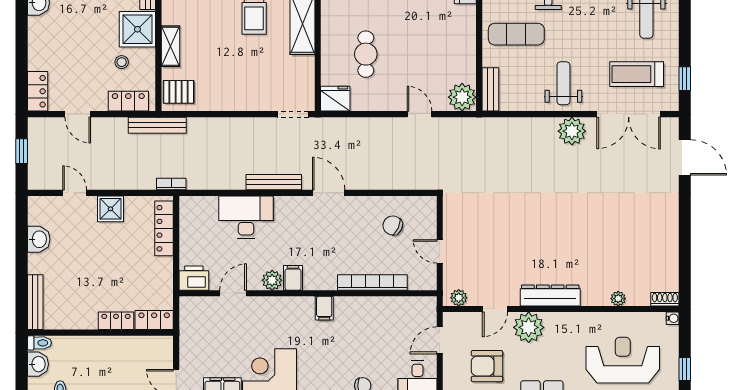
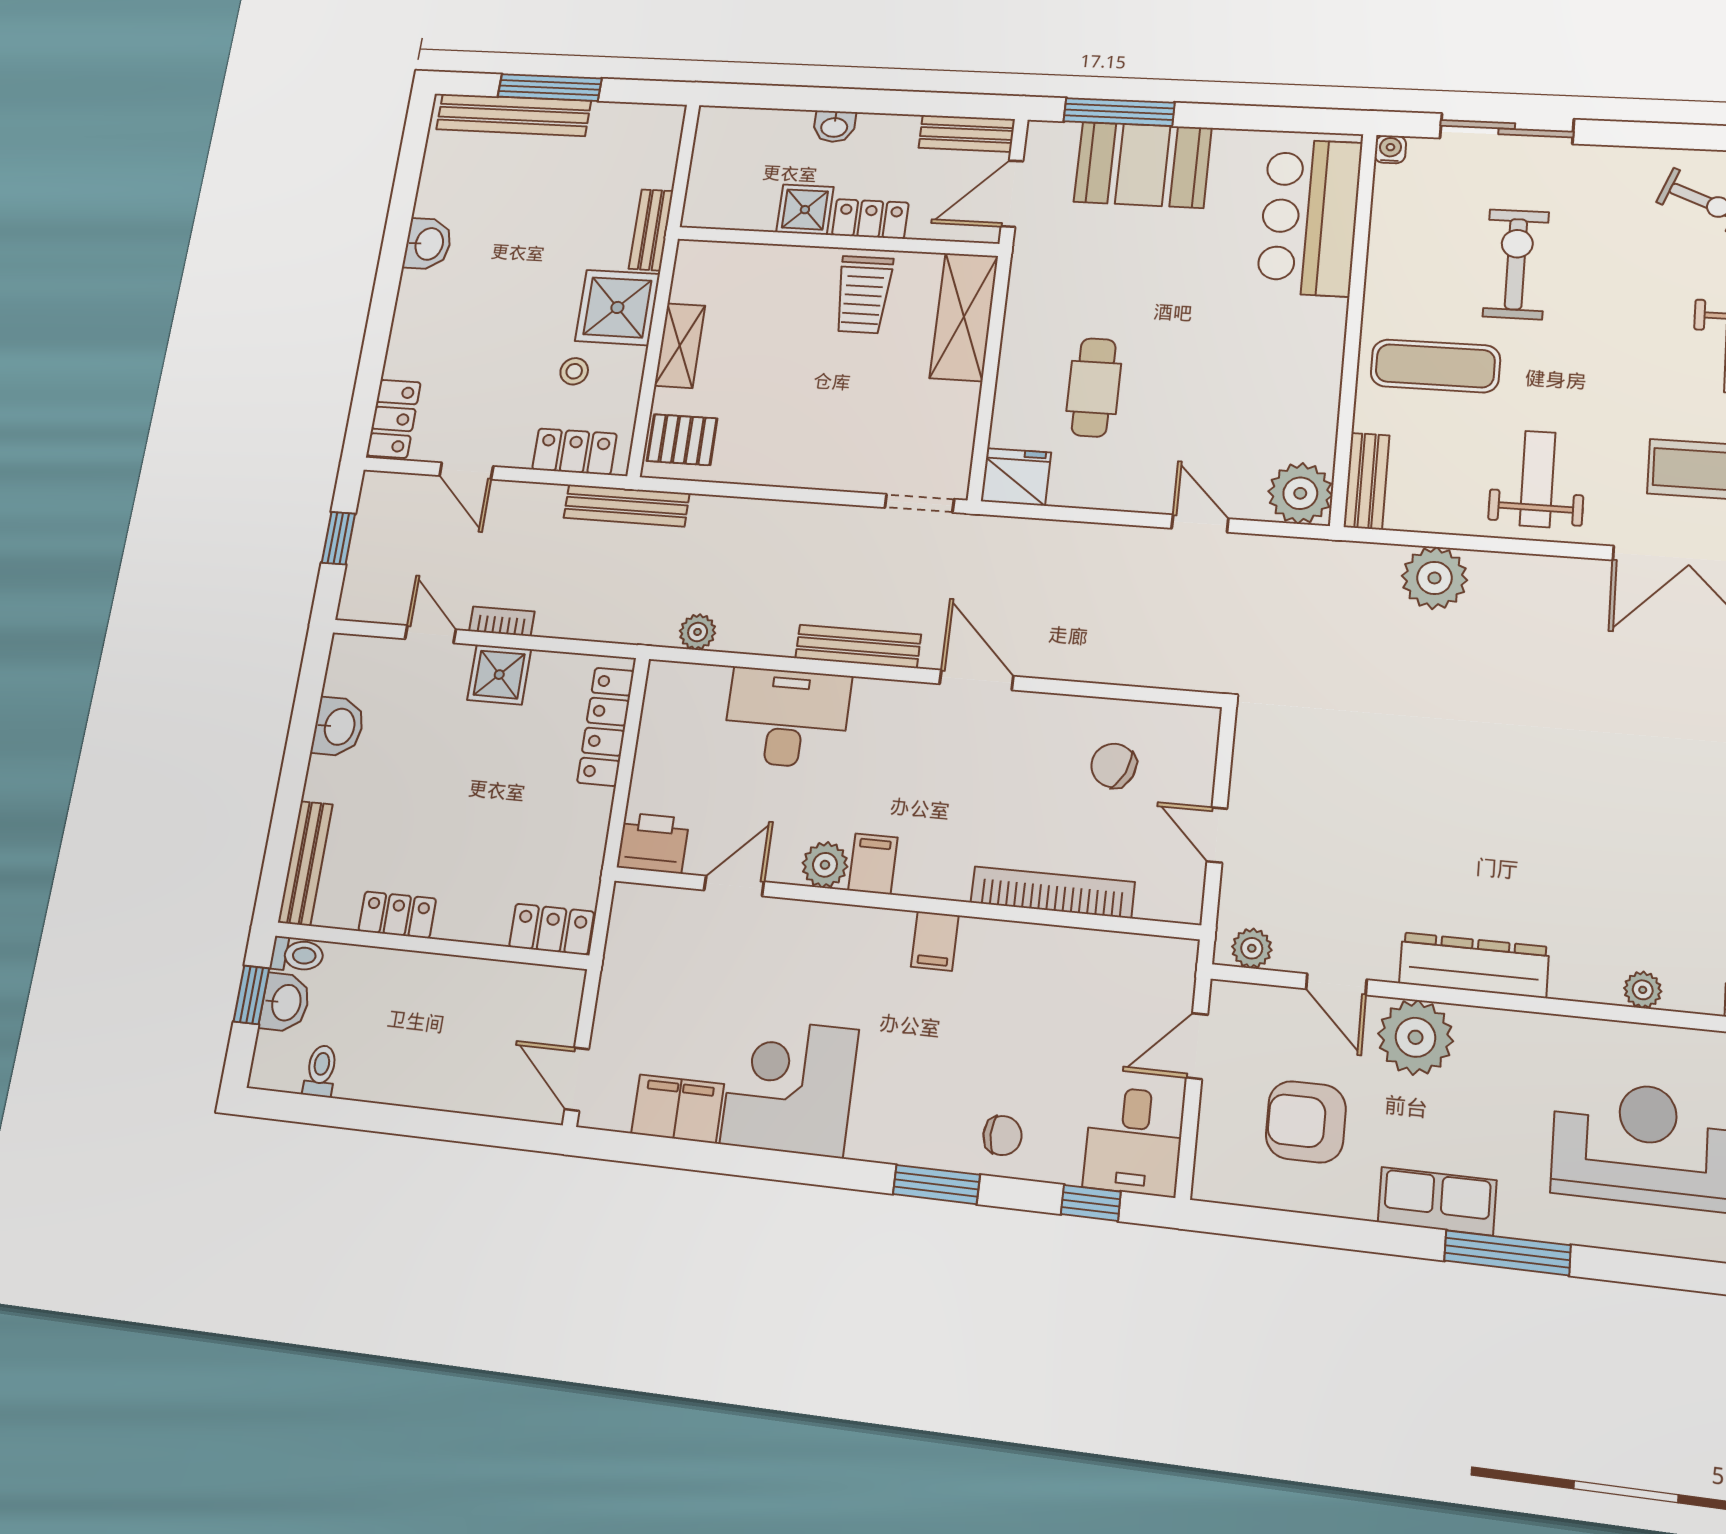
plant: (572, 131) -> (1434, 578), moved
plant: (200, 182) -> (698, 632), added
bookcase: (171, 184) -> (502, 621), moved
door: (495, 309) -> (1336, 984), hinge flipped
locker: (116, 321) -> (397, 915), moved
window: (22, 362) -> (251, 995), added

